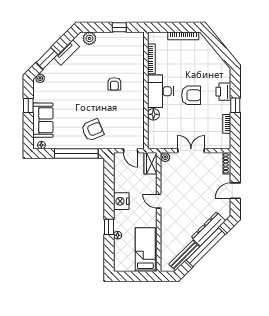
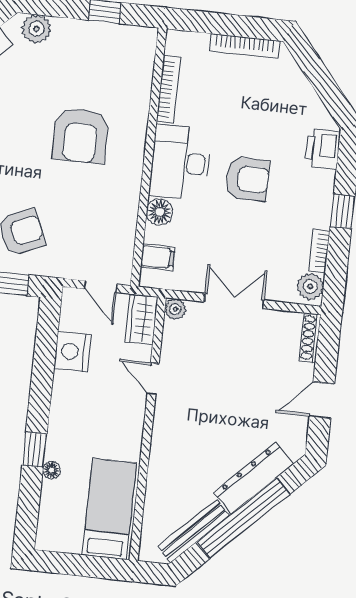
armchair: (114, 84) -> (81, 135), width x1.88, depth x1.88
printer: (223, 92) -> (323, 149), moved
filing cabinet: (155, 135) -> (158, 257), added
plant: (224, 140) -> (310, 287), added
nightstand: (121, 201) -> (73, 352), moved
door: (159, 201) -> (153, 379), moved

